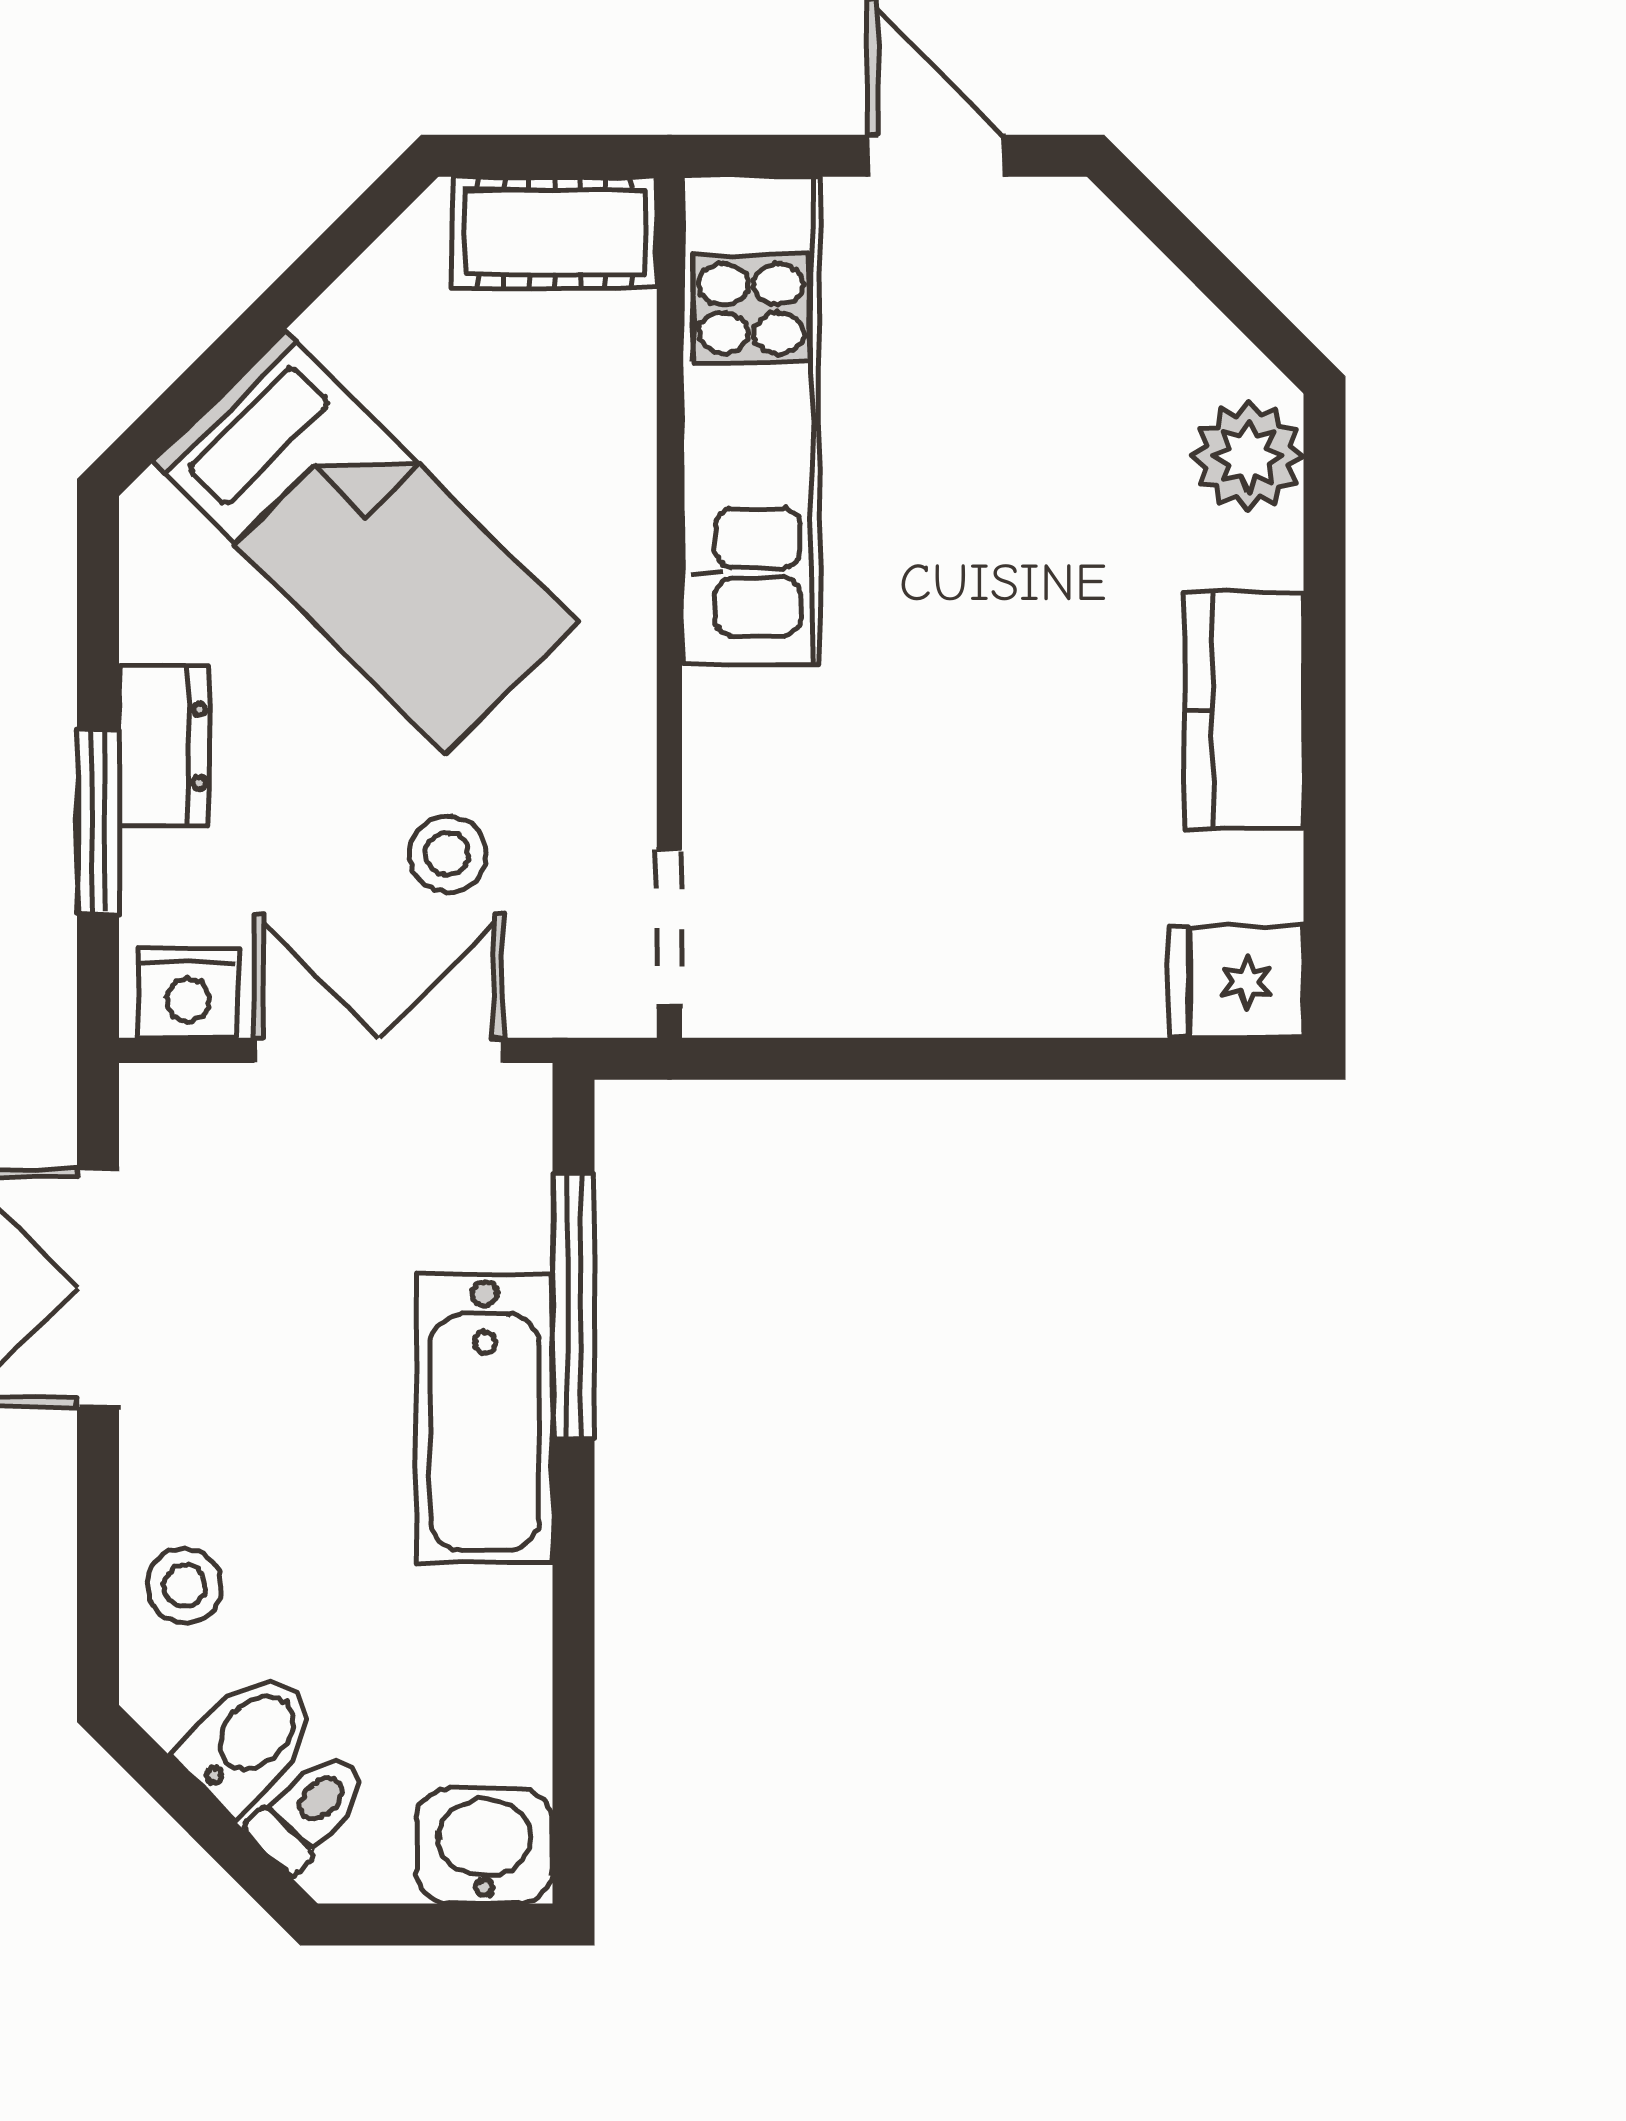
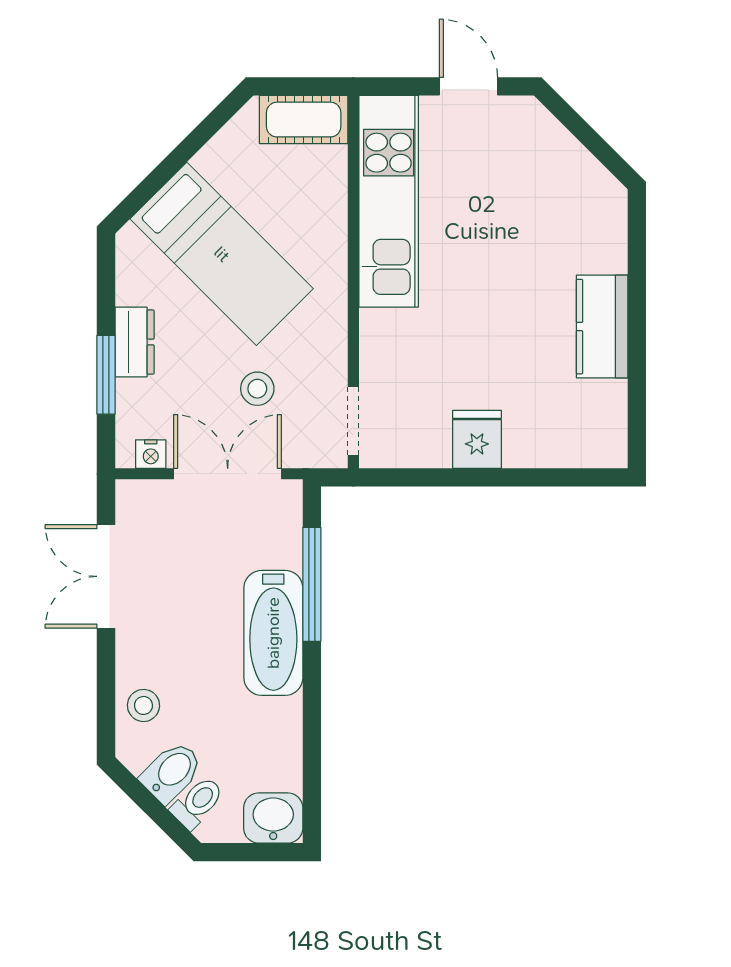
plant: (1248, 456) -> (604, 217), removed
fridge: (1236, 982) -> (477, 439), moved, turned 90
nightstand: (188, 993) -> (151, 454), width x0.72, depth x0.74

